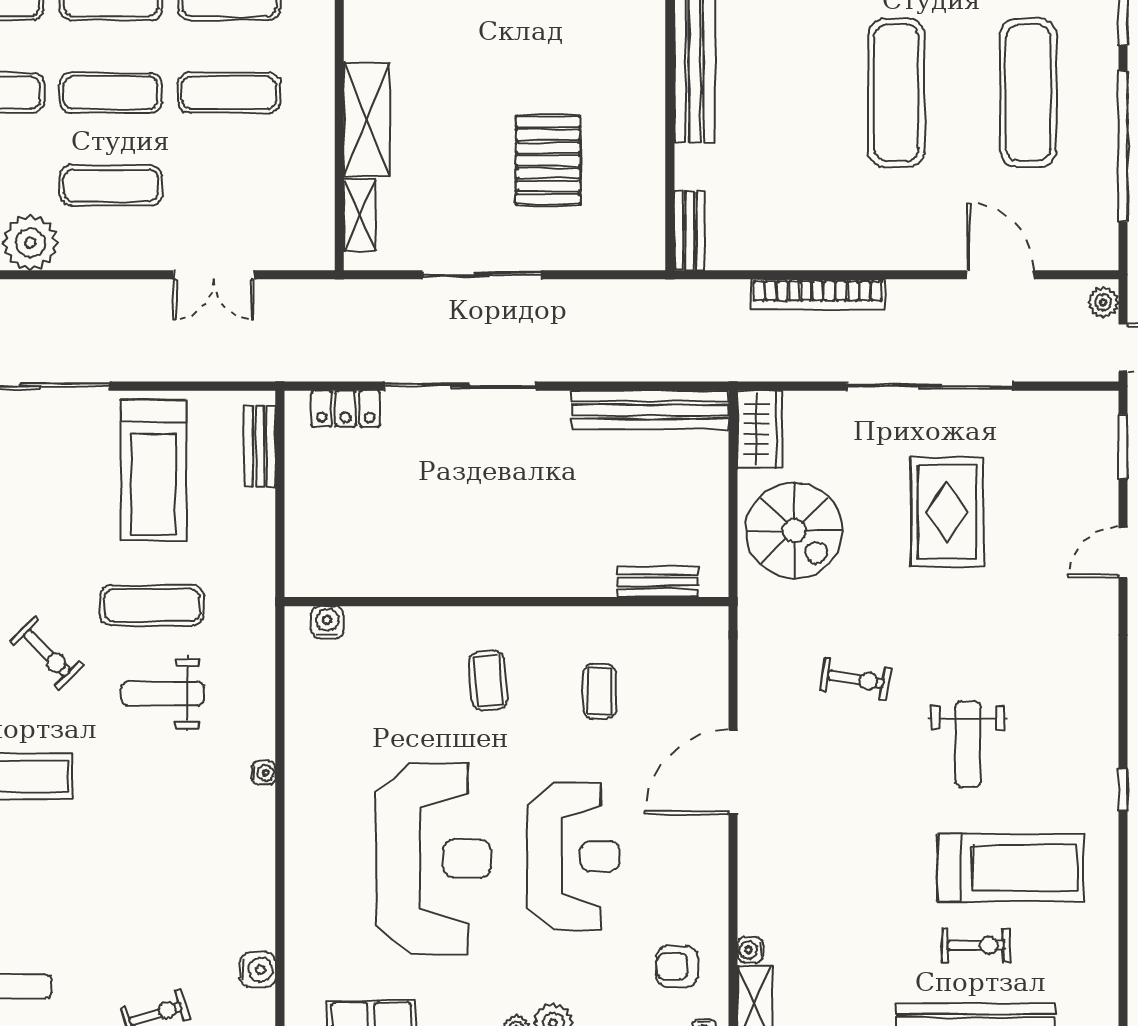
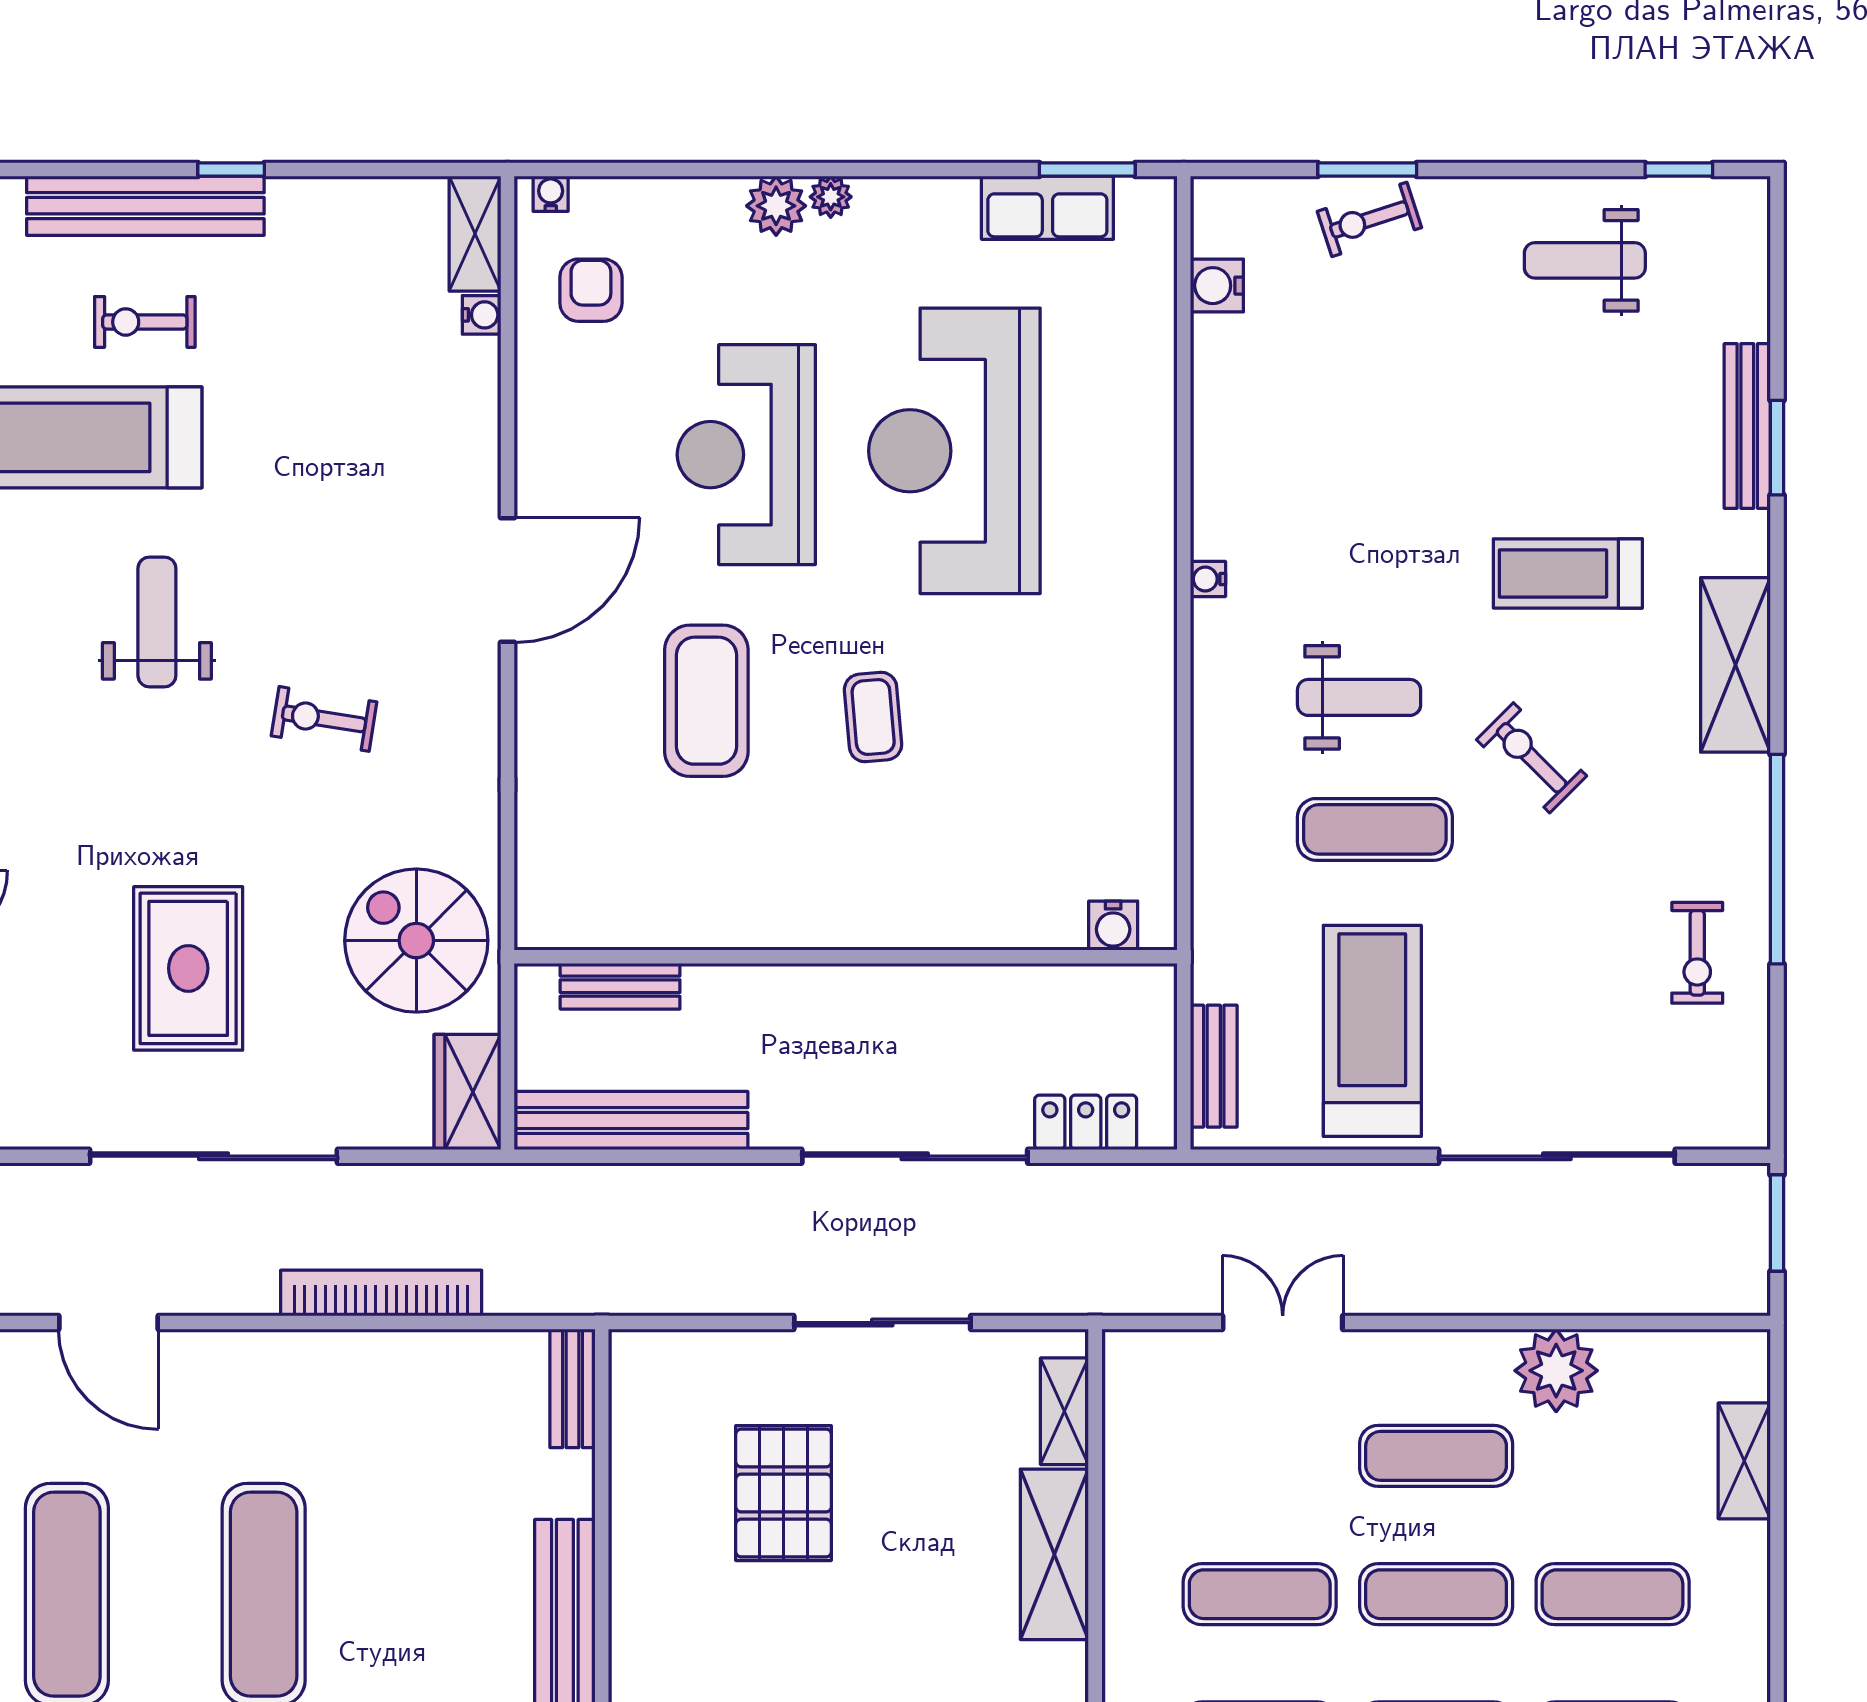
bench: (658, 582) -> (620, 986), moved
wall: (506, 602) -> (846, 957), moved
water cooler: (327, 622) -> (1113, 926), moved
coffee table: (600, 691) -> (706, 701), width x1.86, depth x1.72
armchair: (677, 966) -> (591, 290), turned -90

